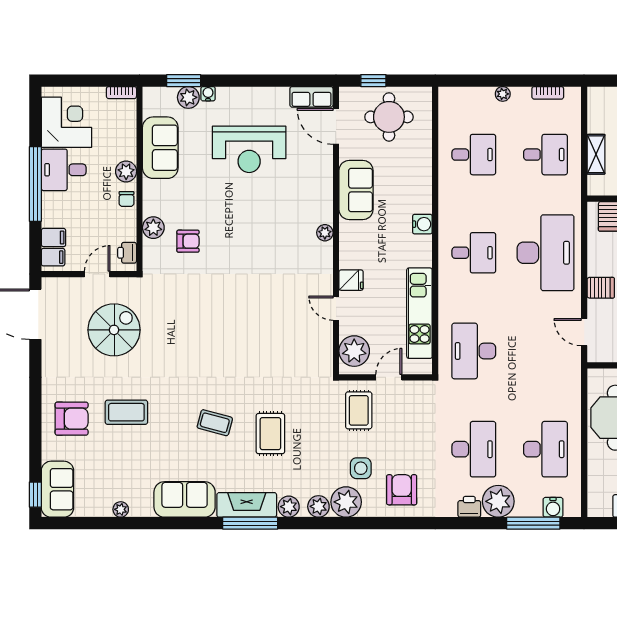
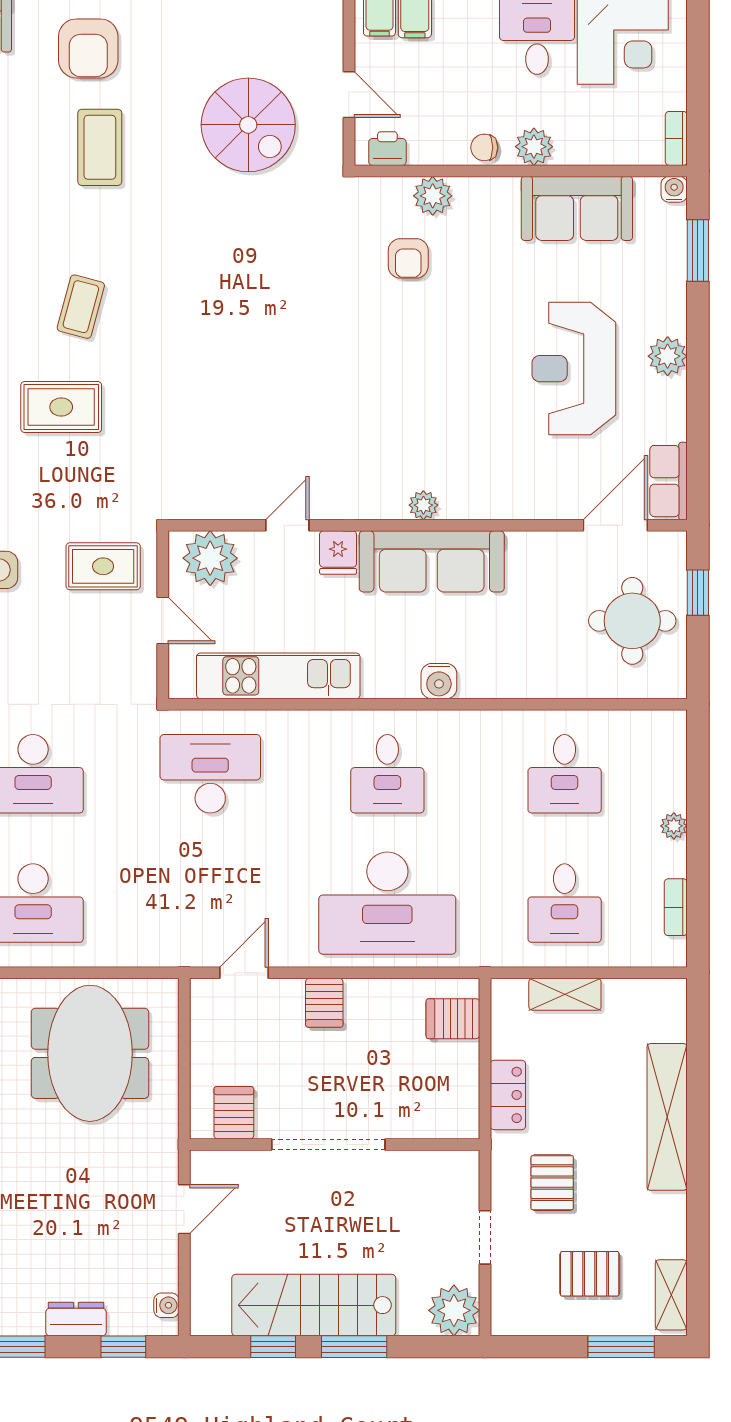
water cooler: (208, 94) -> (674, 189), moved, turned -90
plant: (188, 97) -> (668, 356), moved
sofa: (356, 190) -> (432, 561), moved, width x1.36

